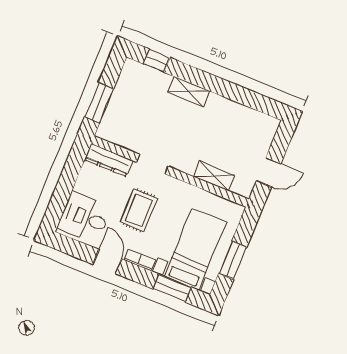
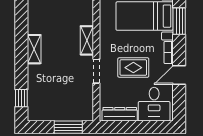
shelving: (189, 92) -> (34, 49), moved
dresser: (109, 160) -> (120, 114), moved, turned -90
shelving: (214, 176) -> (87, 40), moved

